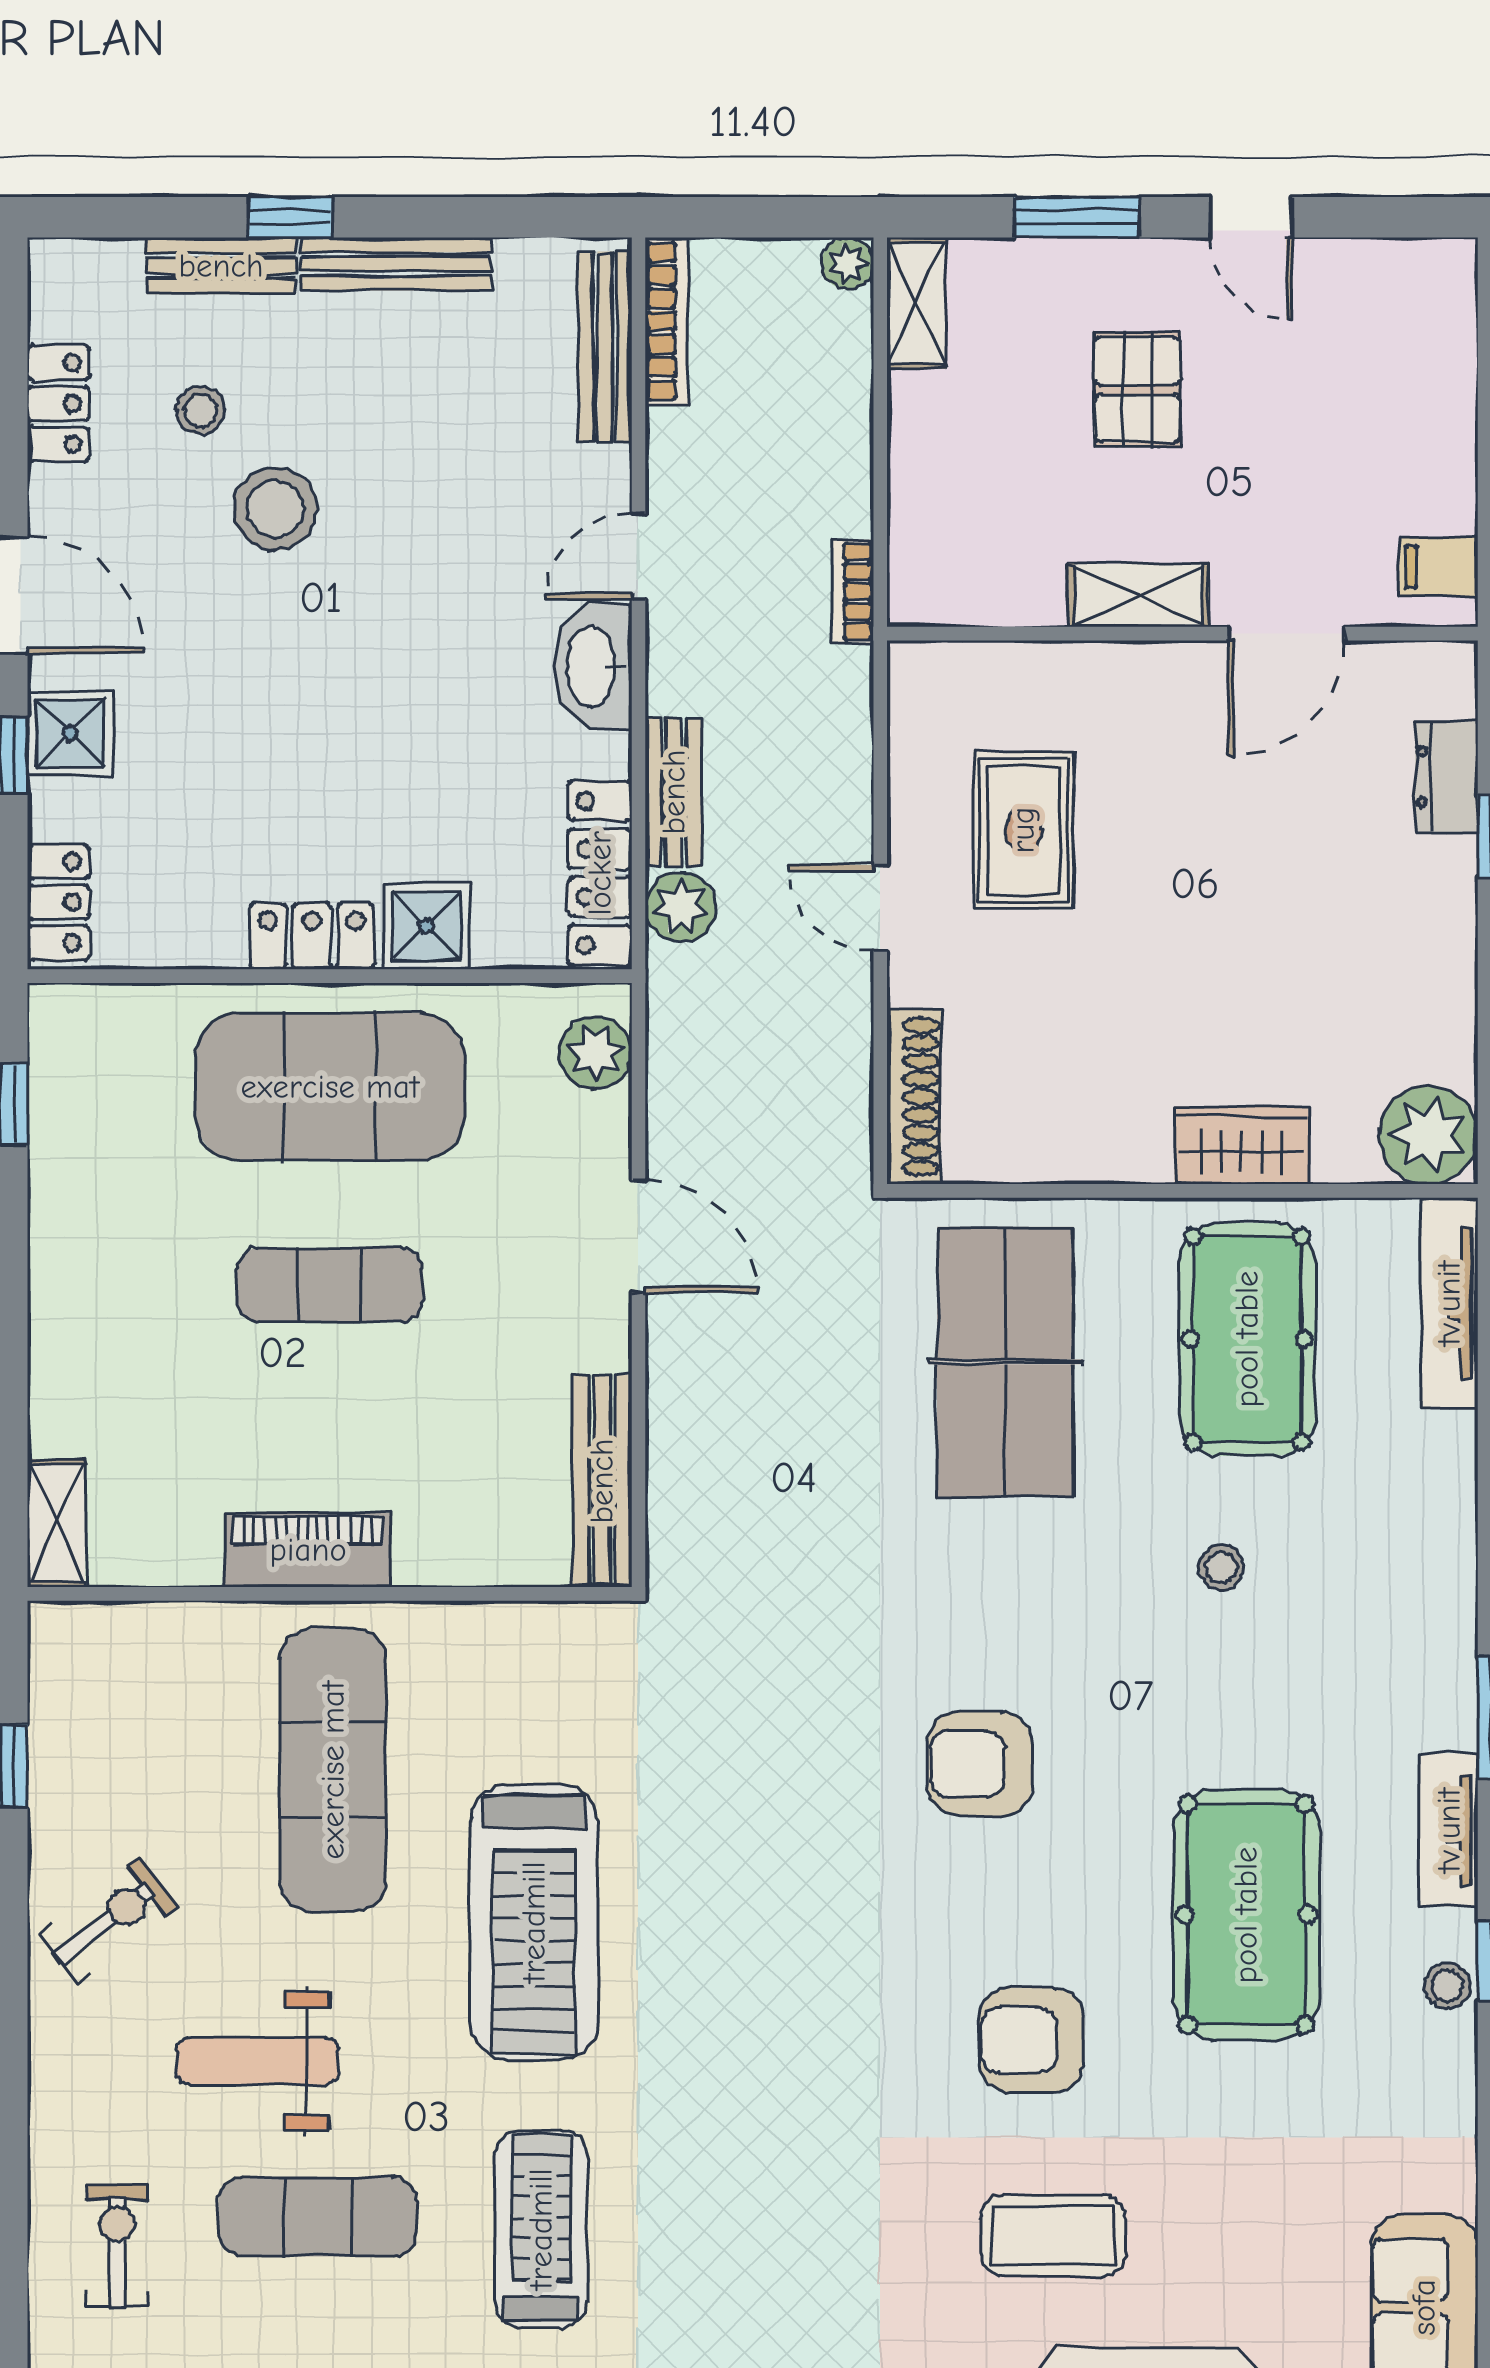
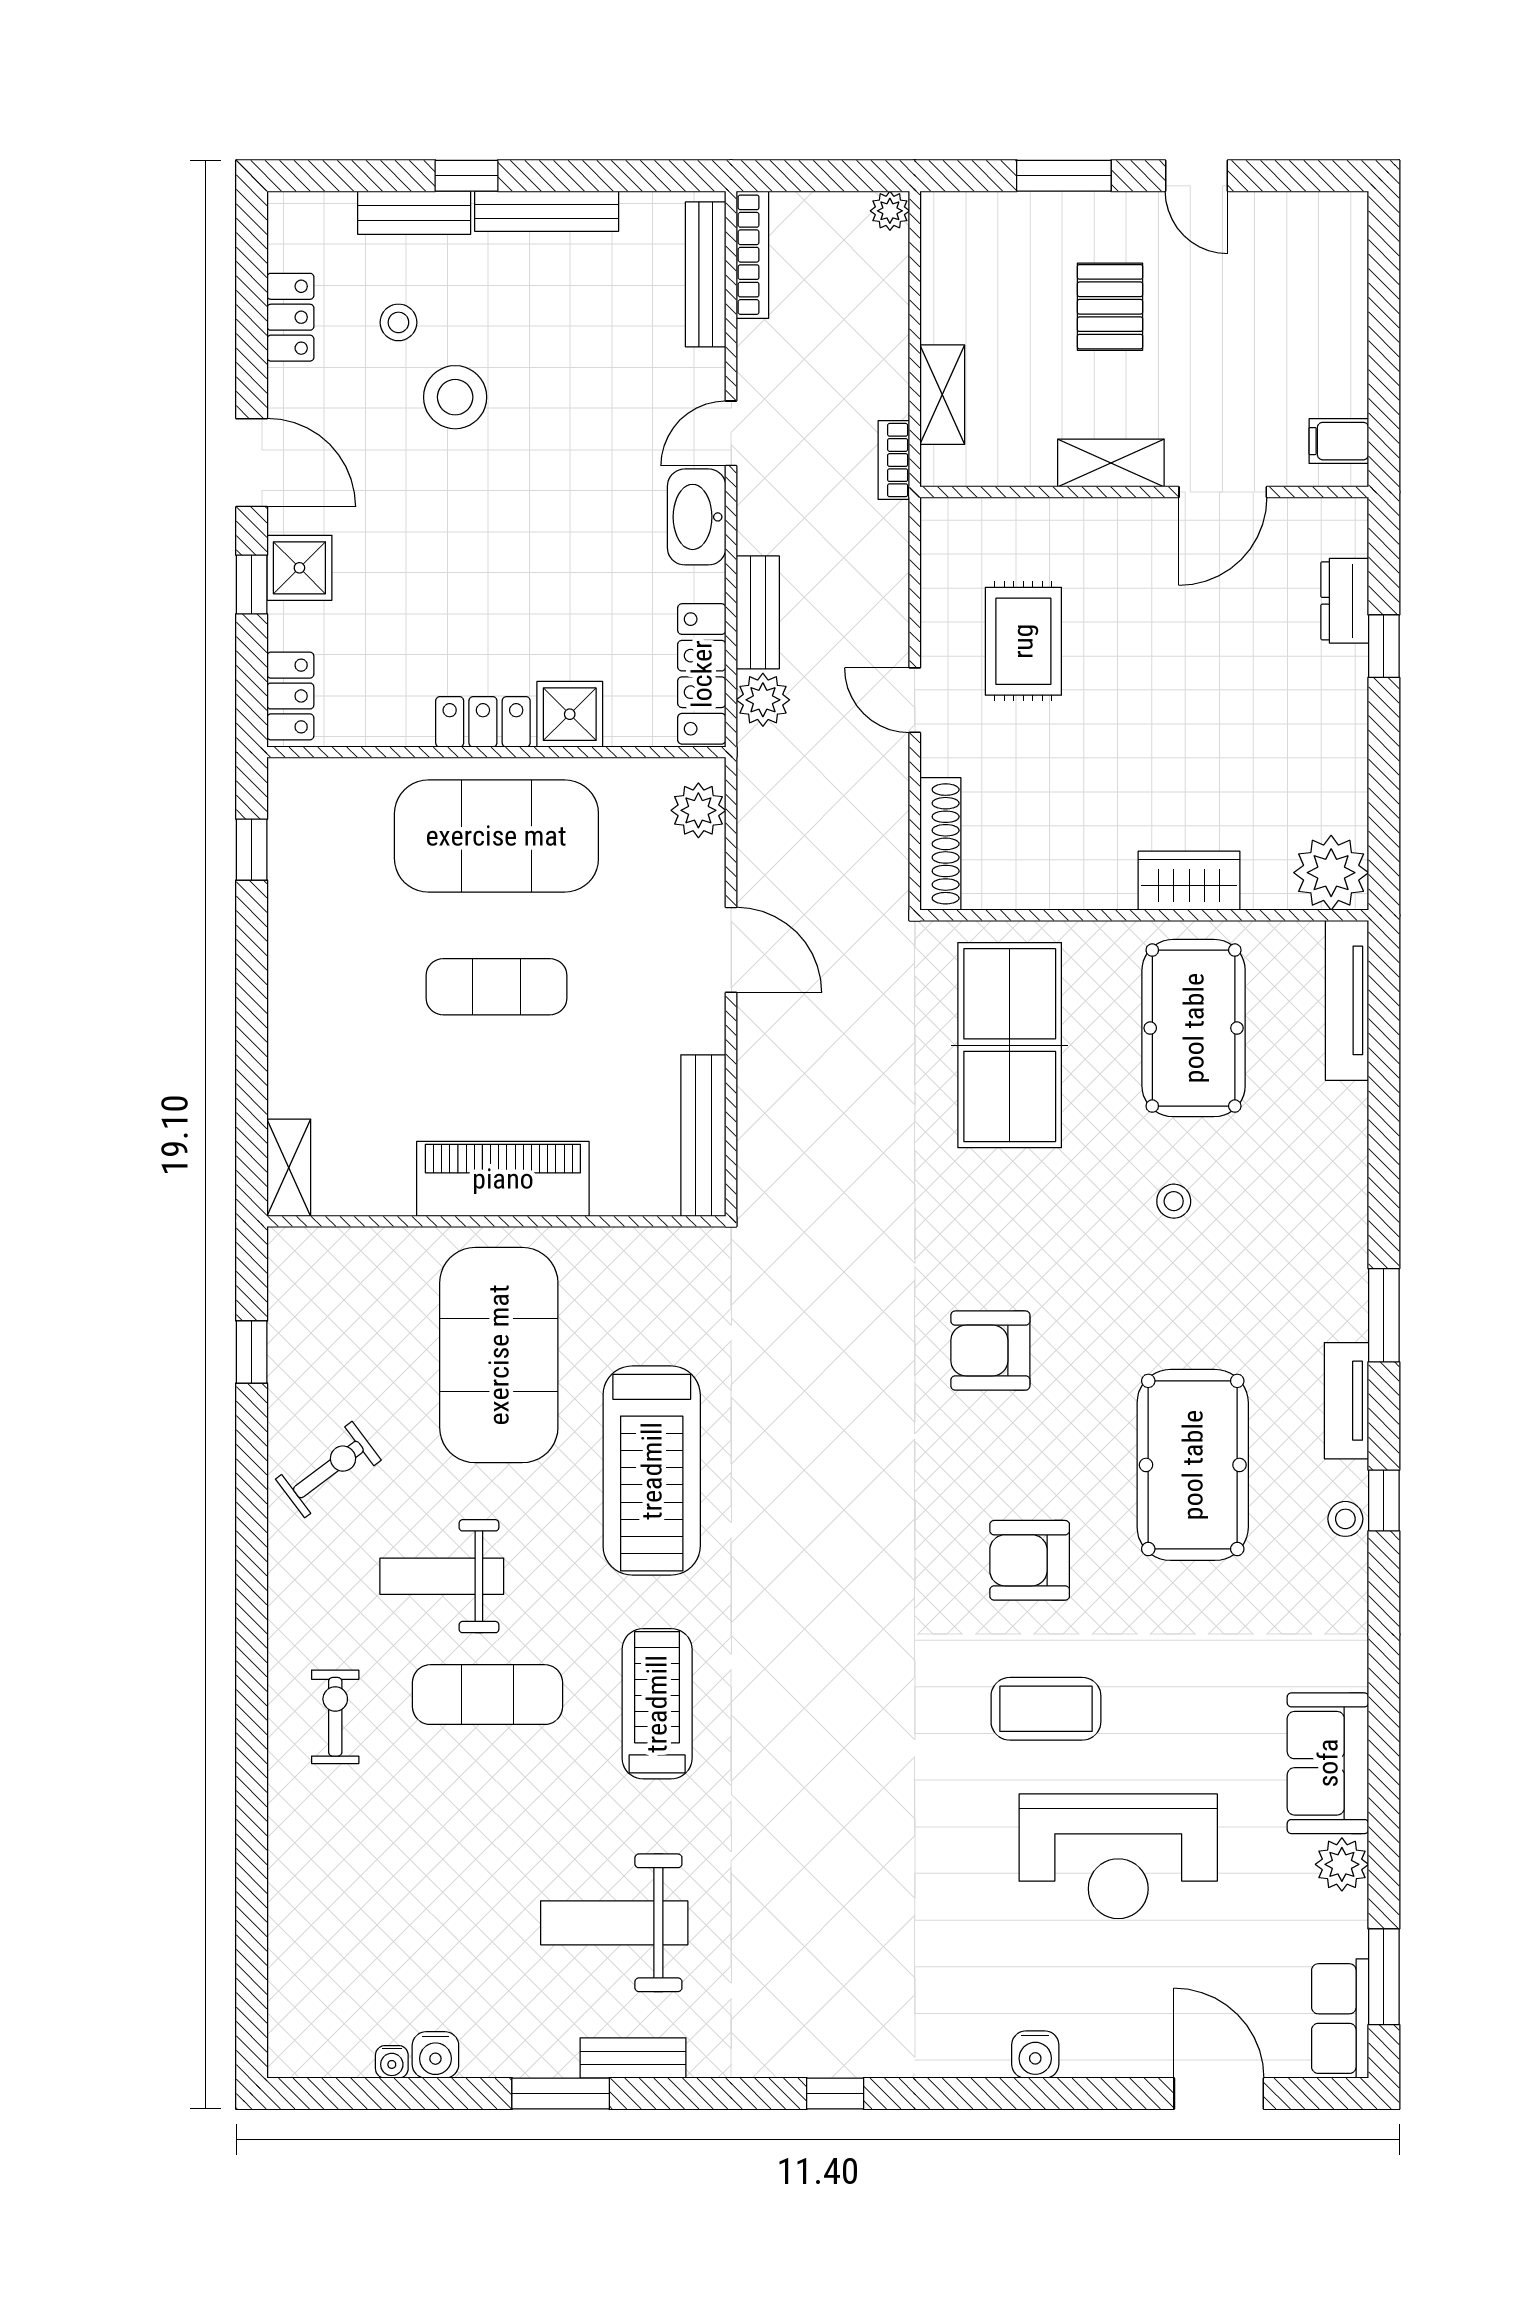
shelving: (916, 303) -> (942, 395), moved
piano: (308, 1550) -> (503, 1179), width x1.37, depth x1.33
exercise mat: (333, 1770) -> (499, 1355), width x1.47

